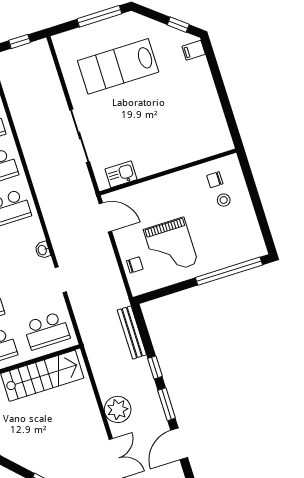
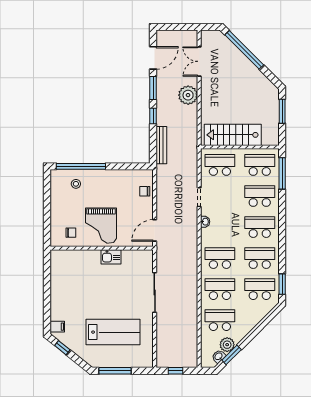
kitchen sink: (121, 174) -> (111, 257), moved
stool: (224, 200) -> (76, 184), moved
door: (105, 217) -> (155, 230), hinge flipped
grand piano: (171, 246) -> (101, 226), moved, turned 180

